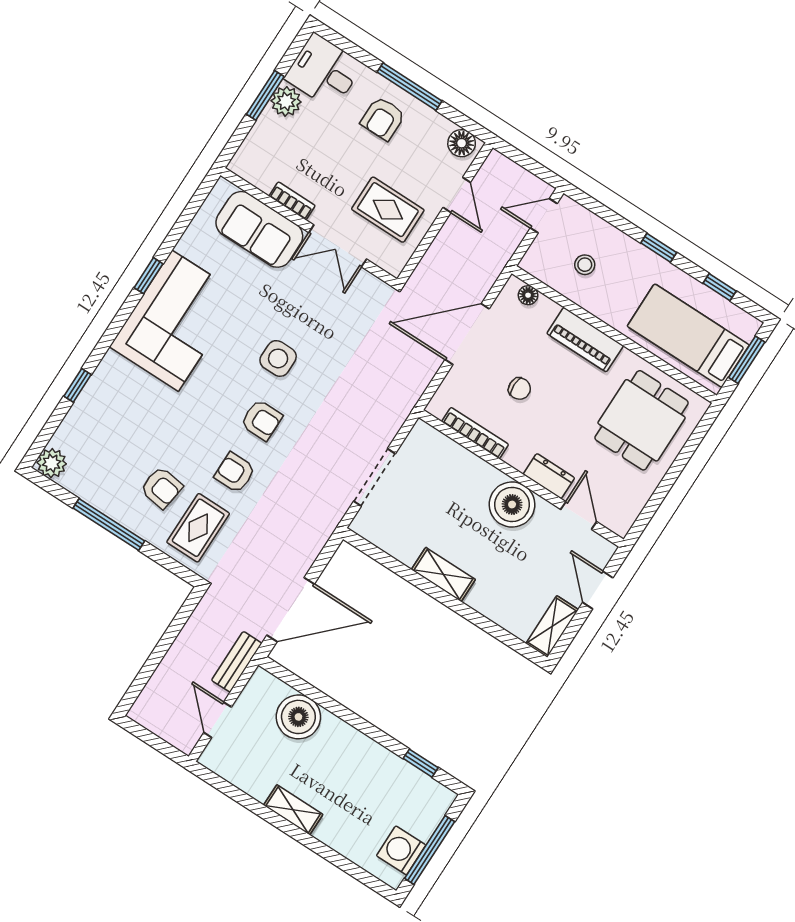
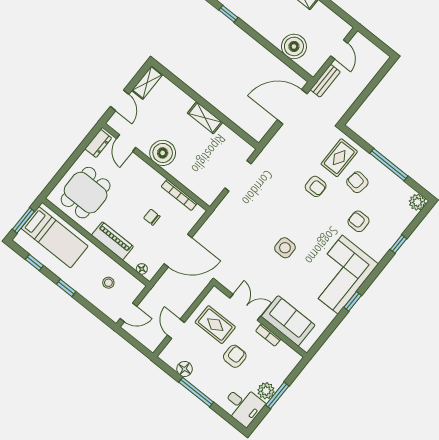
armchair: (383, 119) -> (235, 356), moved
floor lamp: (462, 143) -> (185, 369), moved
armchair: (262, 420) -> (359, 221), moved
dresser: (549, 476) -> (98, 143), moved, turned -90

